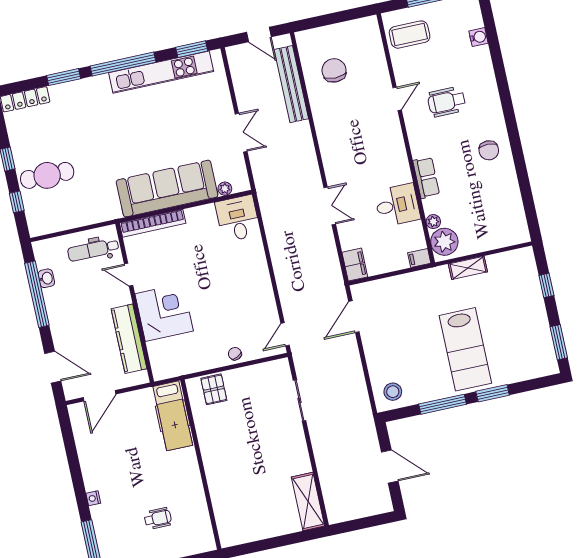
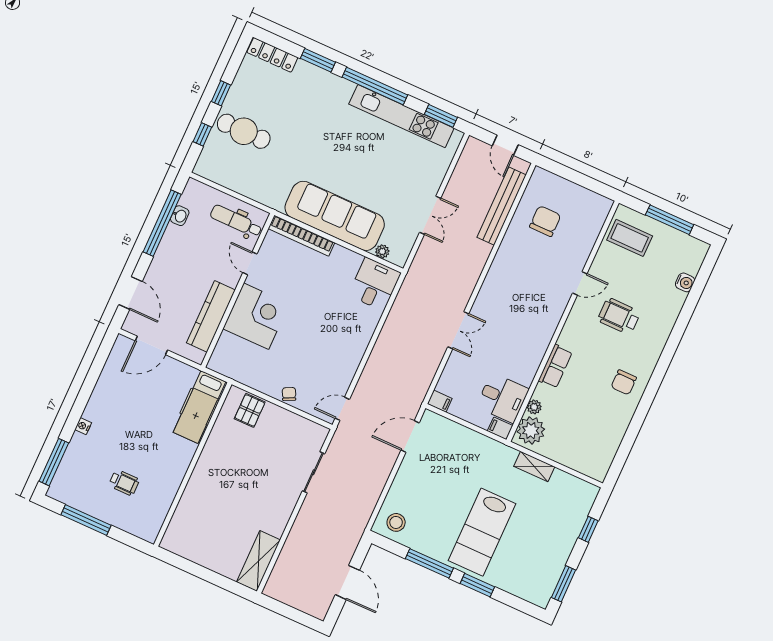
desk: (397, 205) -> (503, 398), moved
filing cabinet: (355, 265) -> (440, 401), width x0.50

